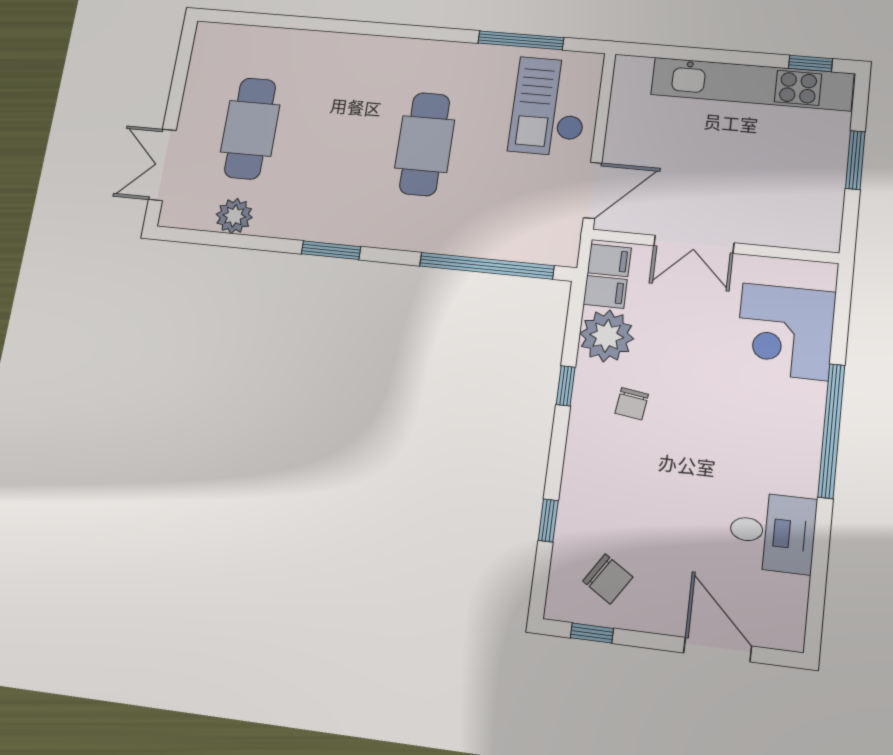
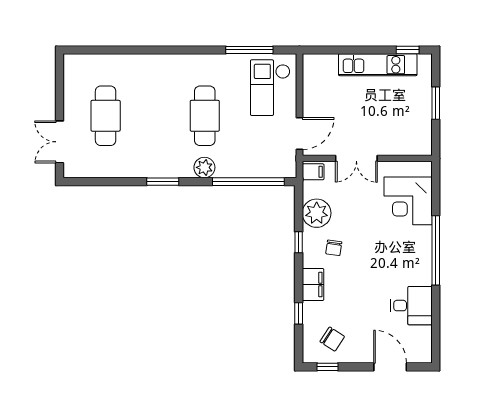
kitchen unit: (752, 84) -> (378, 65), width x0.73
plant: (234, 216) -> (204, 167), moved
filing cabinet: (605, 292) -> (313, 284), moved, width x2.00

